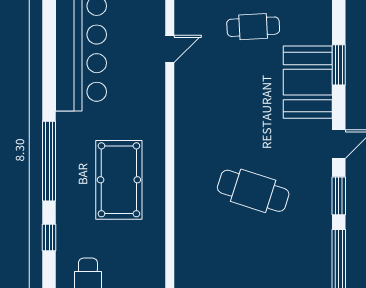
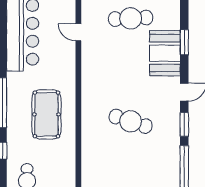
cafe table: (253, 27) -> (131, 18), width x1.37, depth x1.35
door: (170, 49) -> (78, 32), swing flipped

